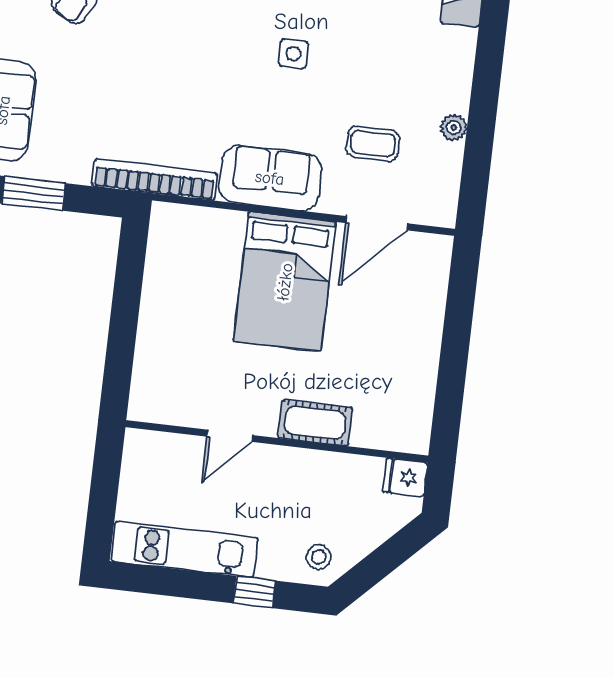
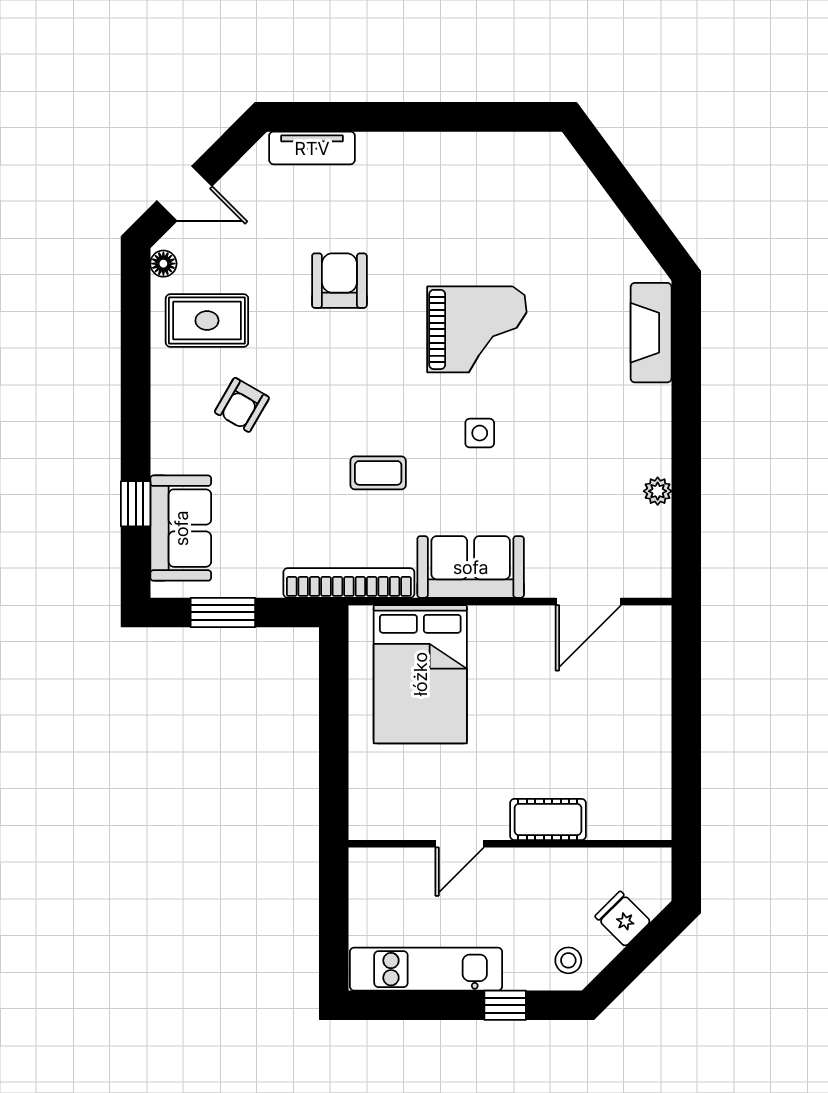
coffee table: (373, 144) -> (378, 473), moved
bed: (285, 282) -> (420, 674), moved
fridge: (405, 477) -> (623, 919), moved, turned 45

